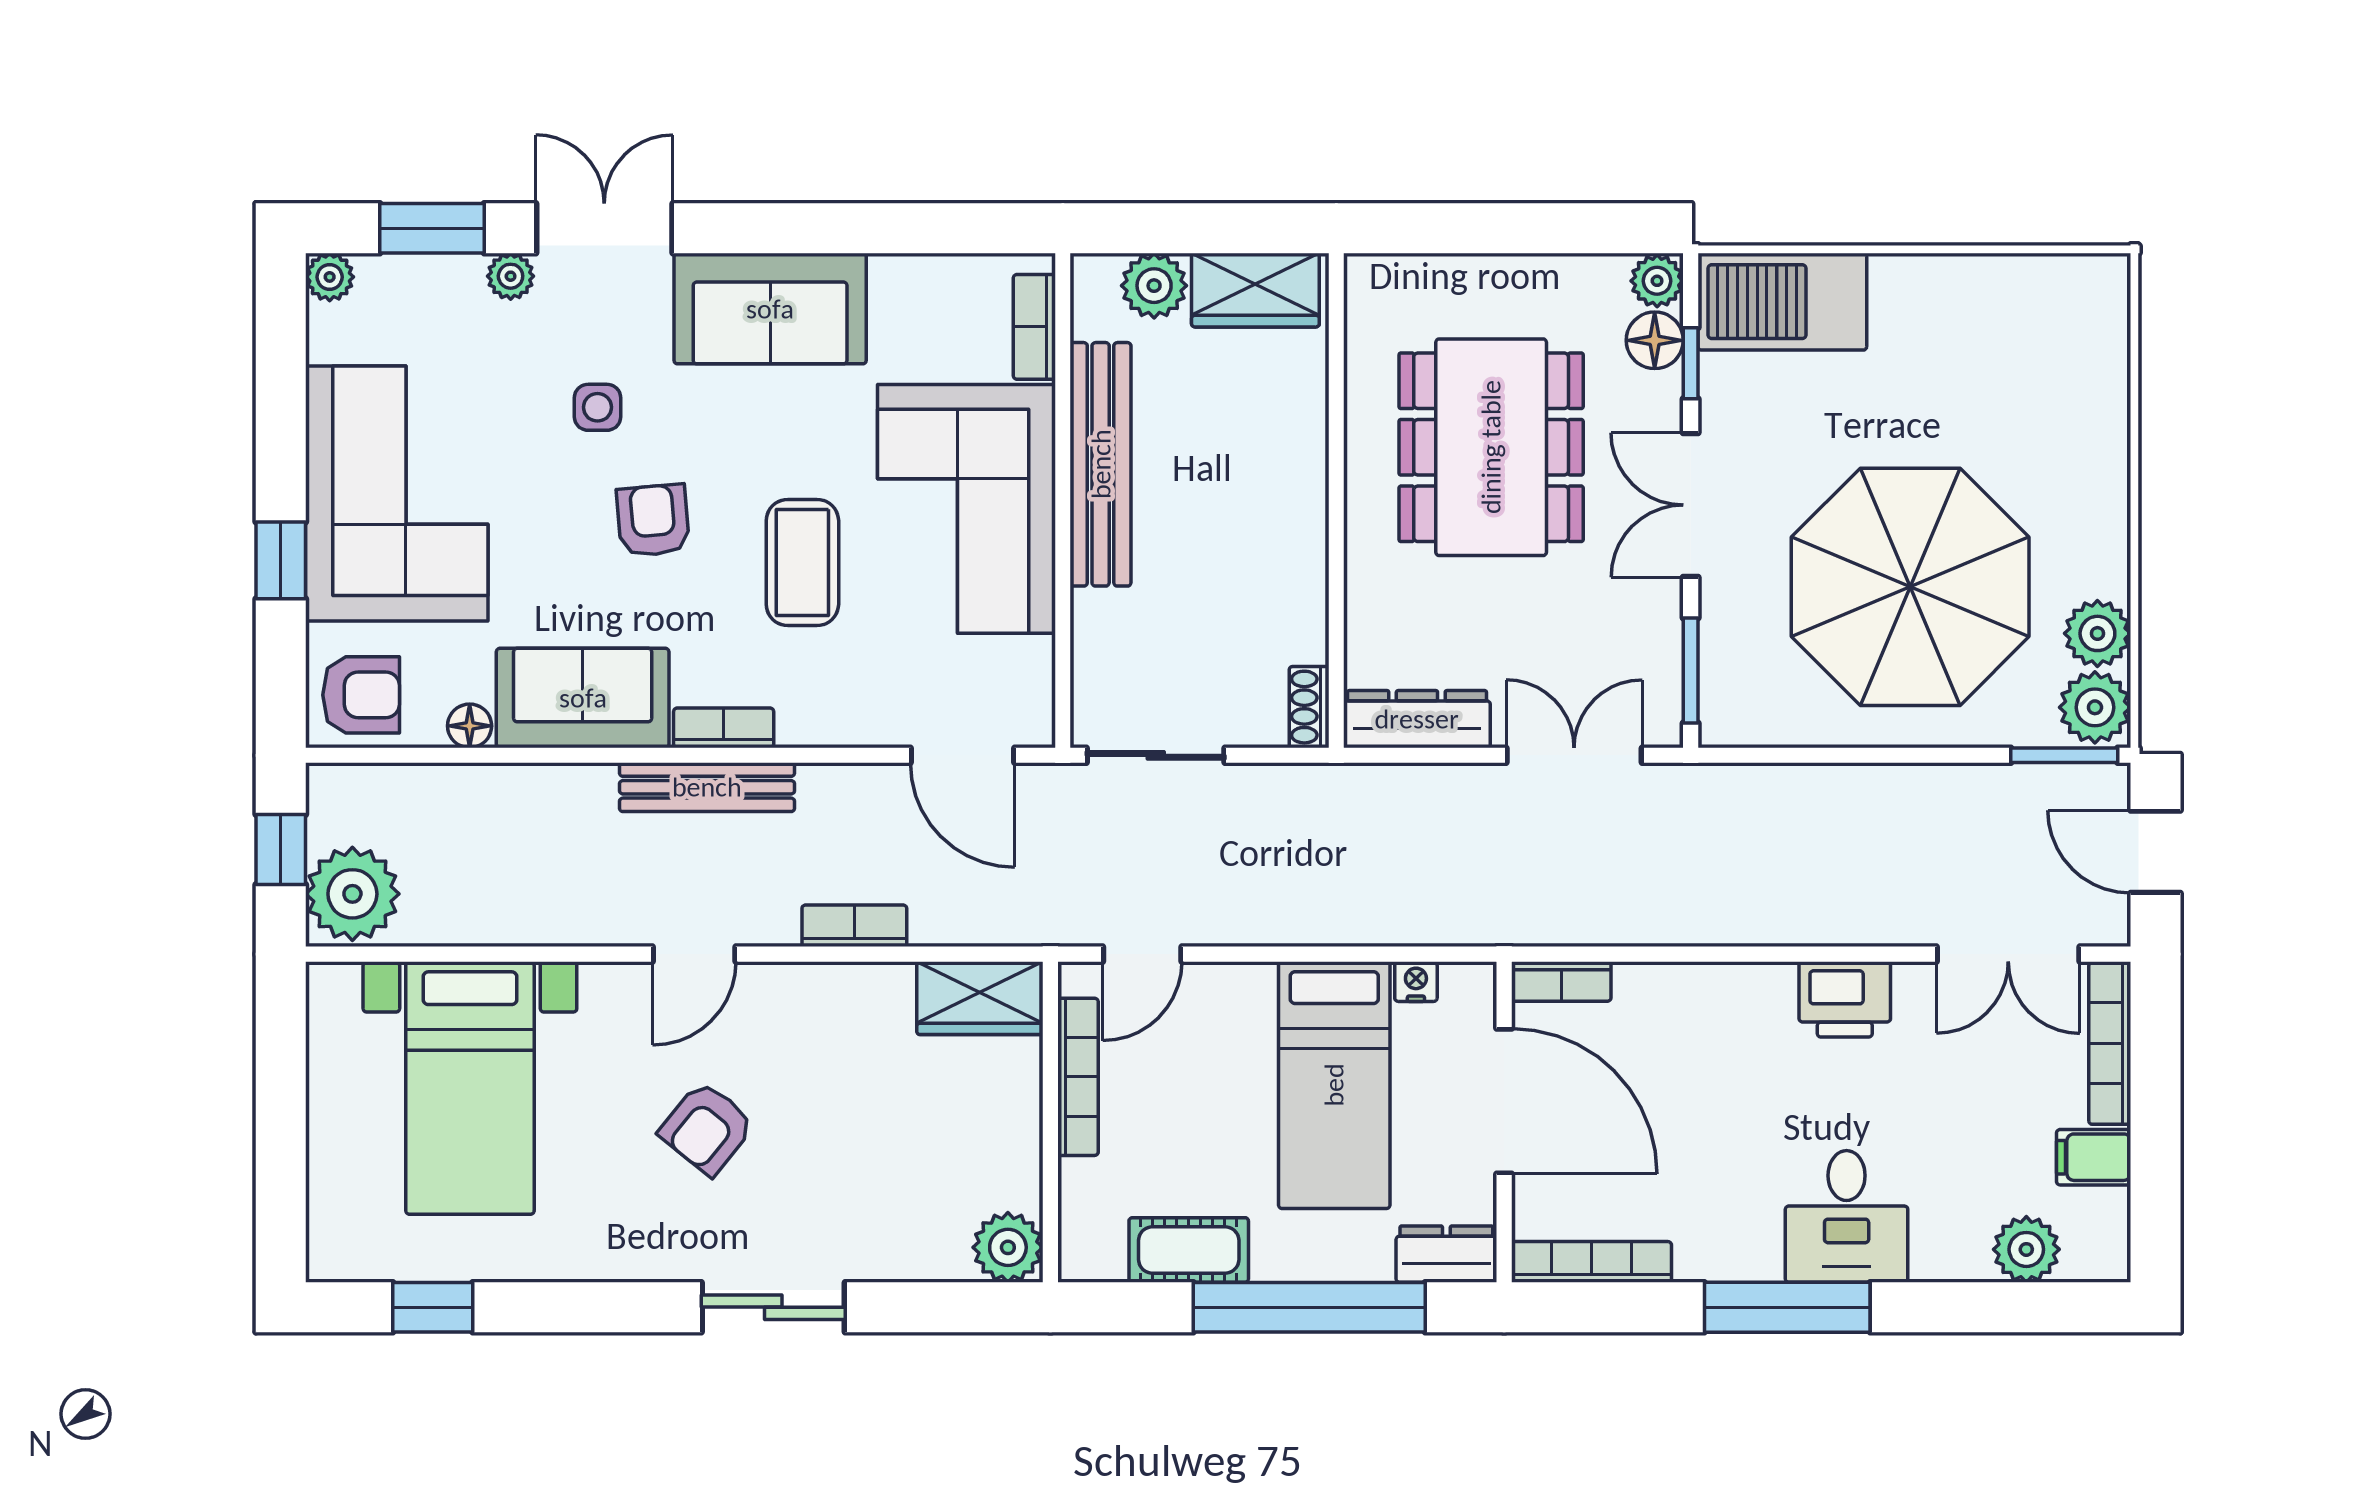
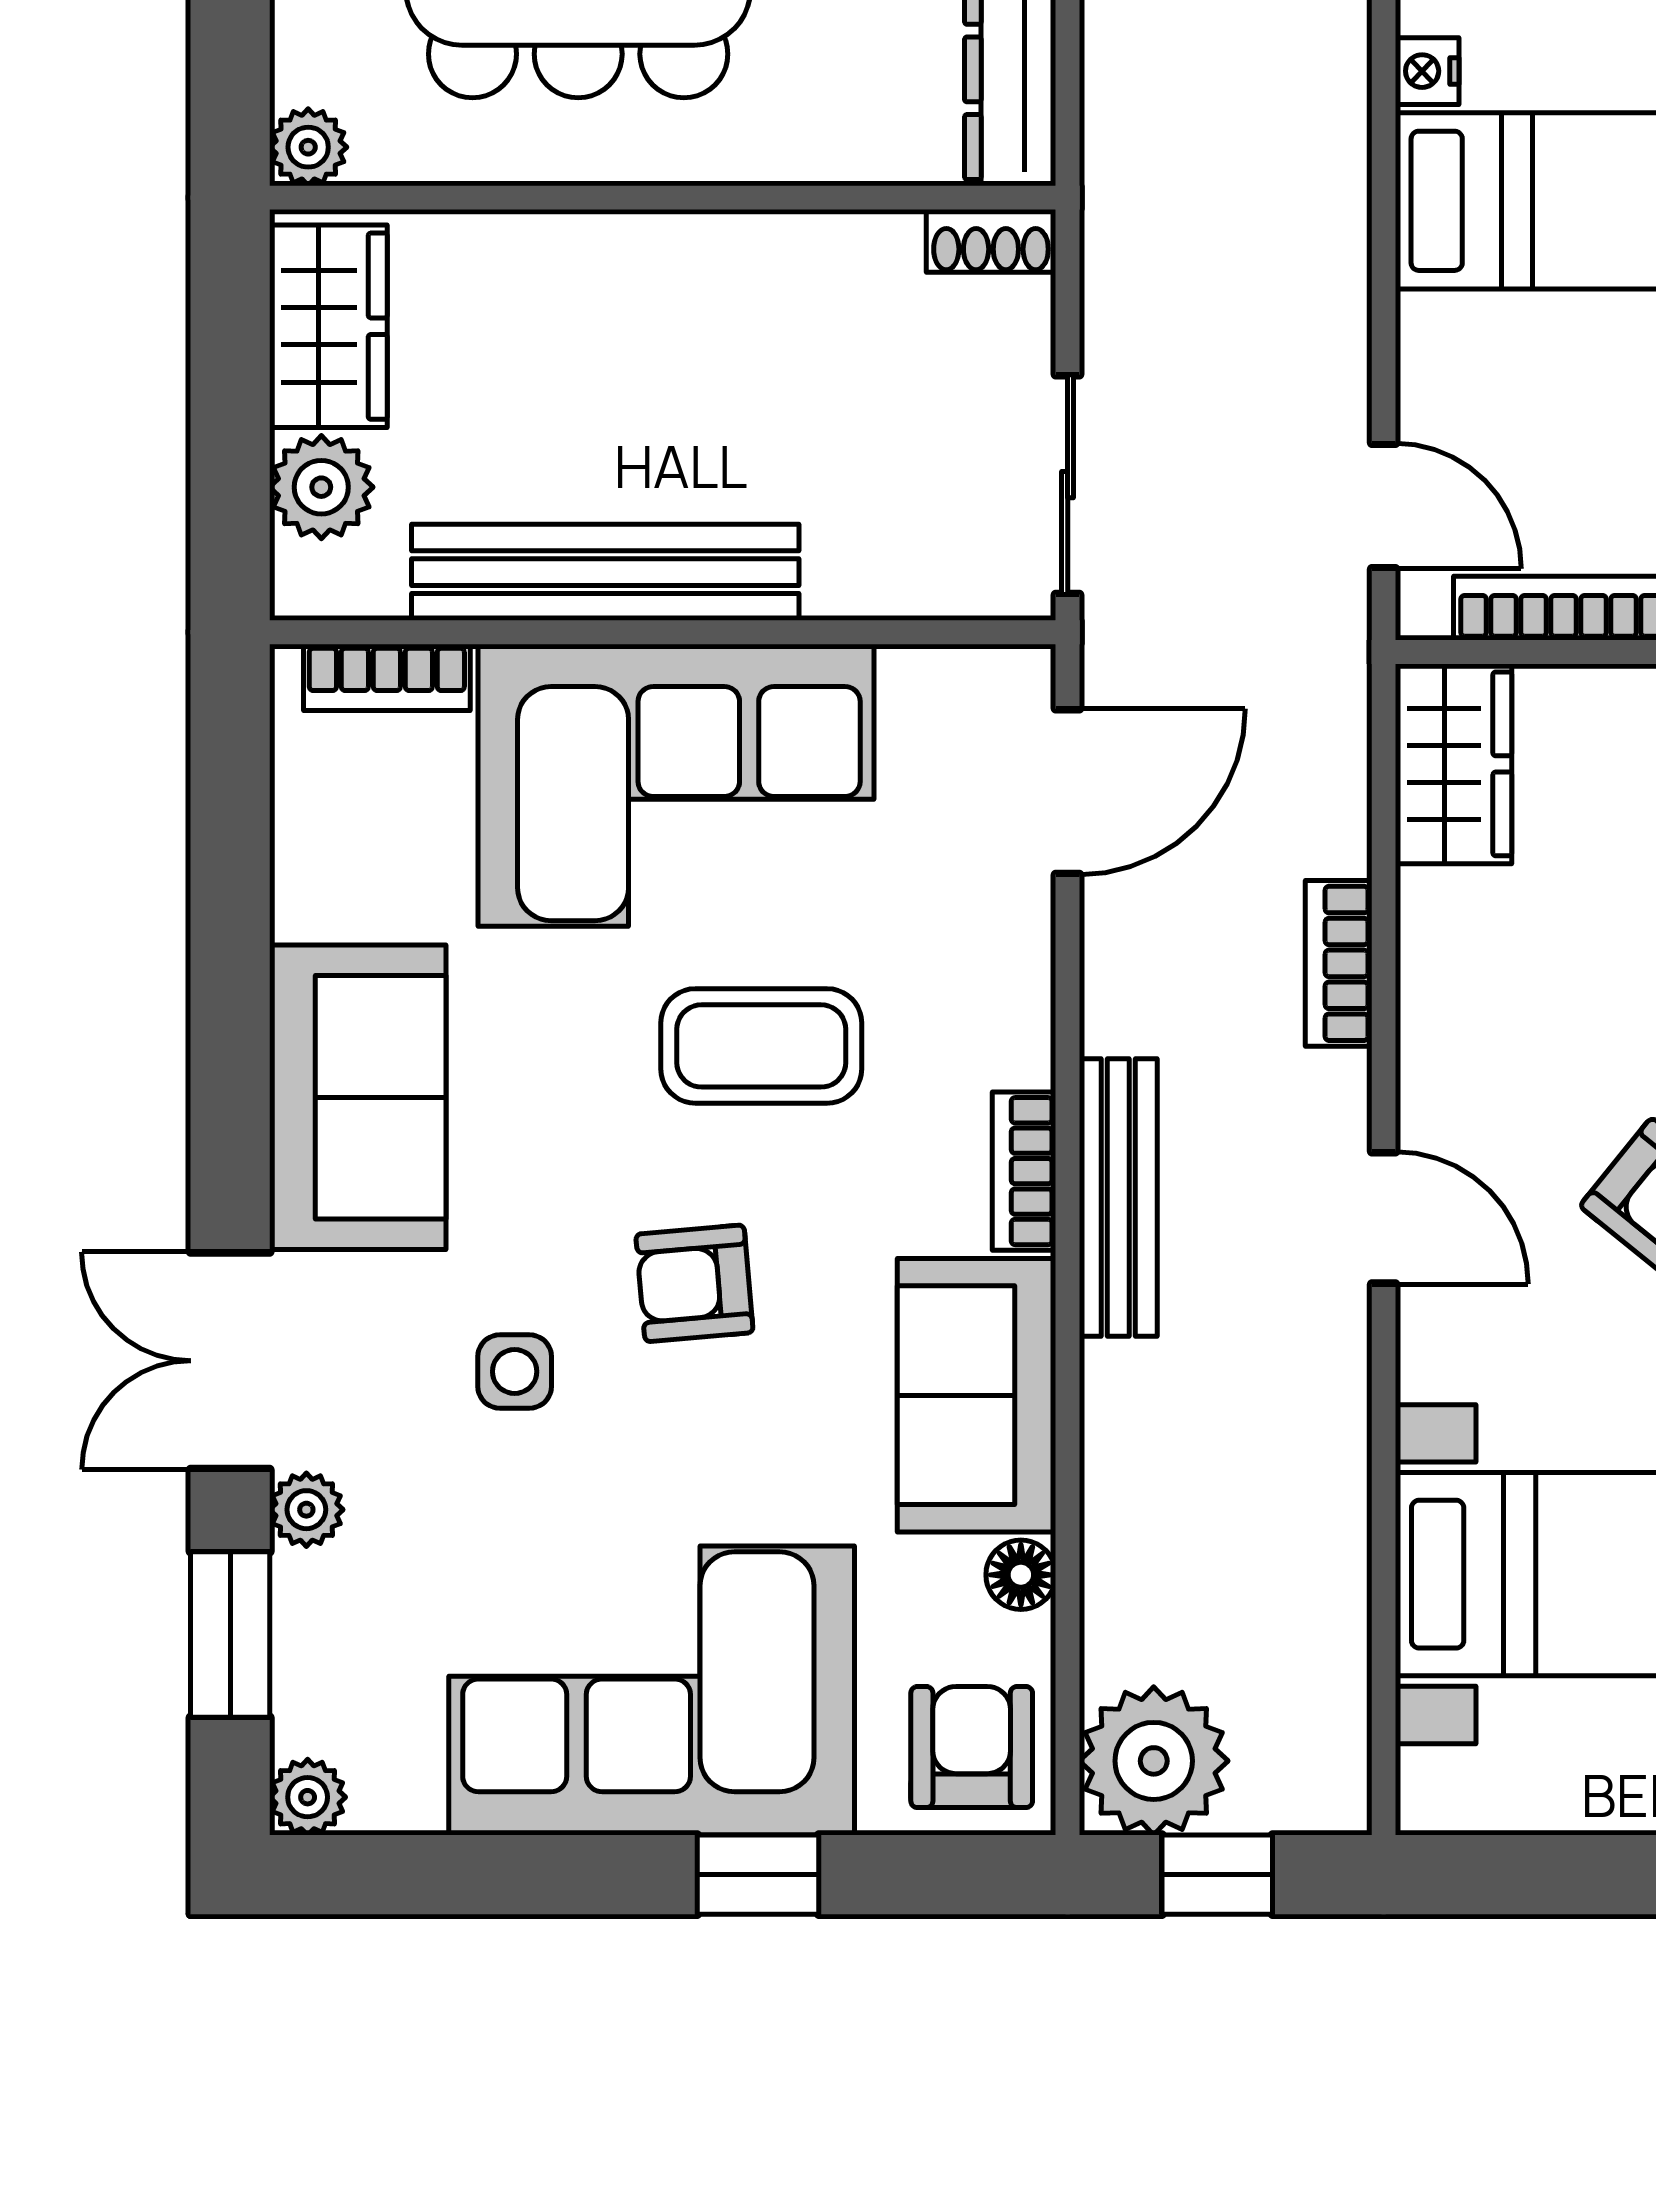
plant: (1368, 277) -> (308, 147), added
plant: (352, 894) -> (1154, 1761), moved

